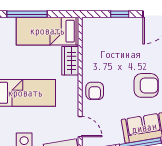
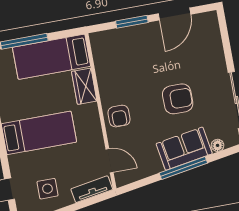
window: (120, 14) -> (132, 22), width x1.50

